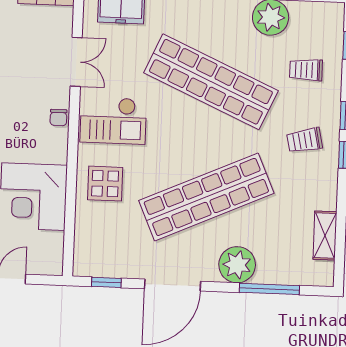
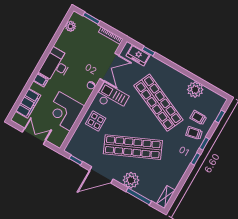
double door: (76, 62) -> (109, 67), width x1.37
checkout: (113, 121) -> (112, 98), turned 180
trolley: (305, 140) -> (194, 133), moved
shelving: (325, 236) -> (166, 197), moved

